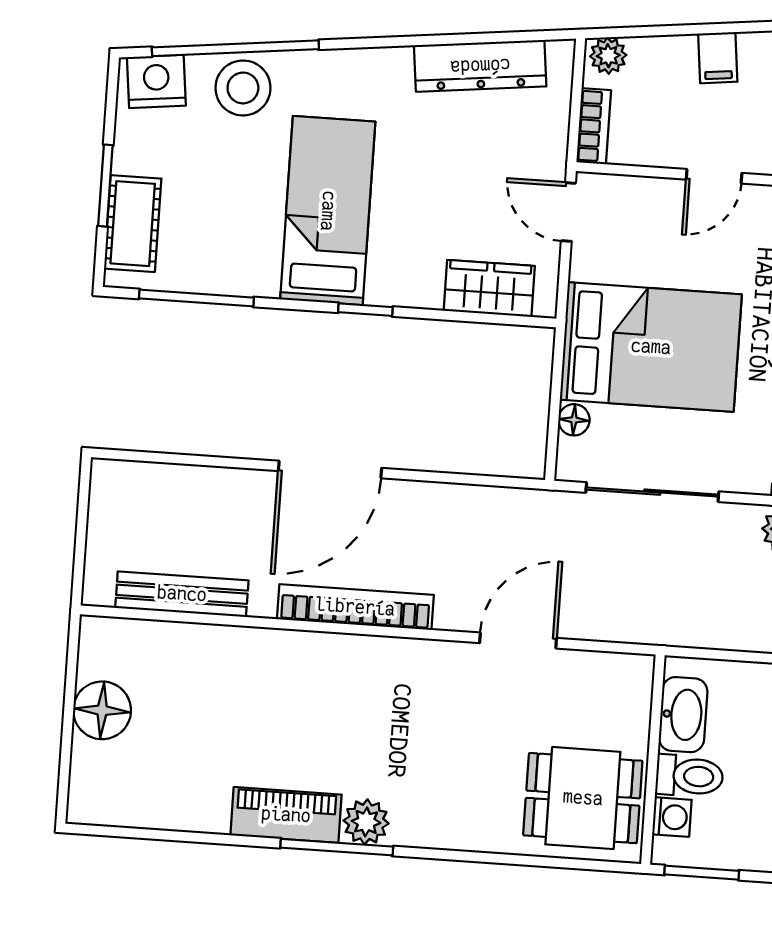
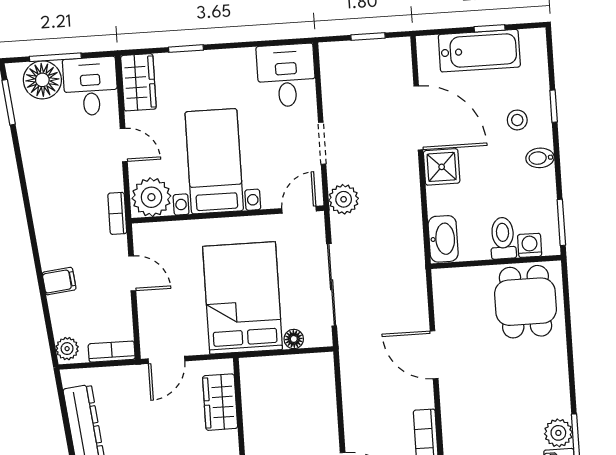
washbasin: (683, 715) -> (443, 239), moved, turned 90

